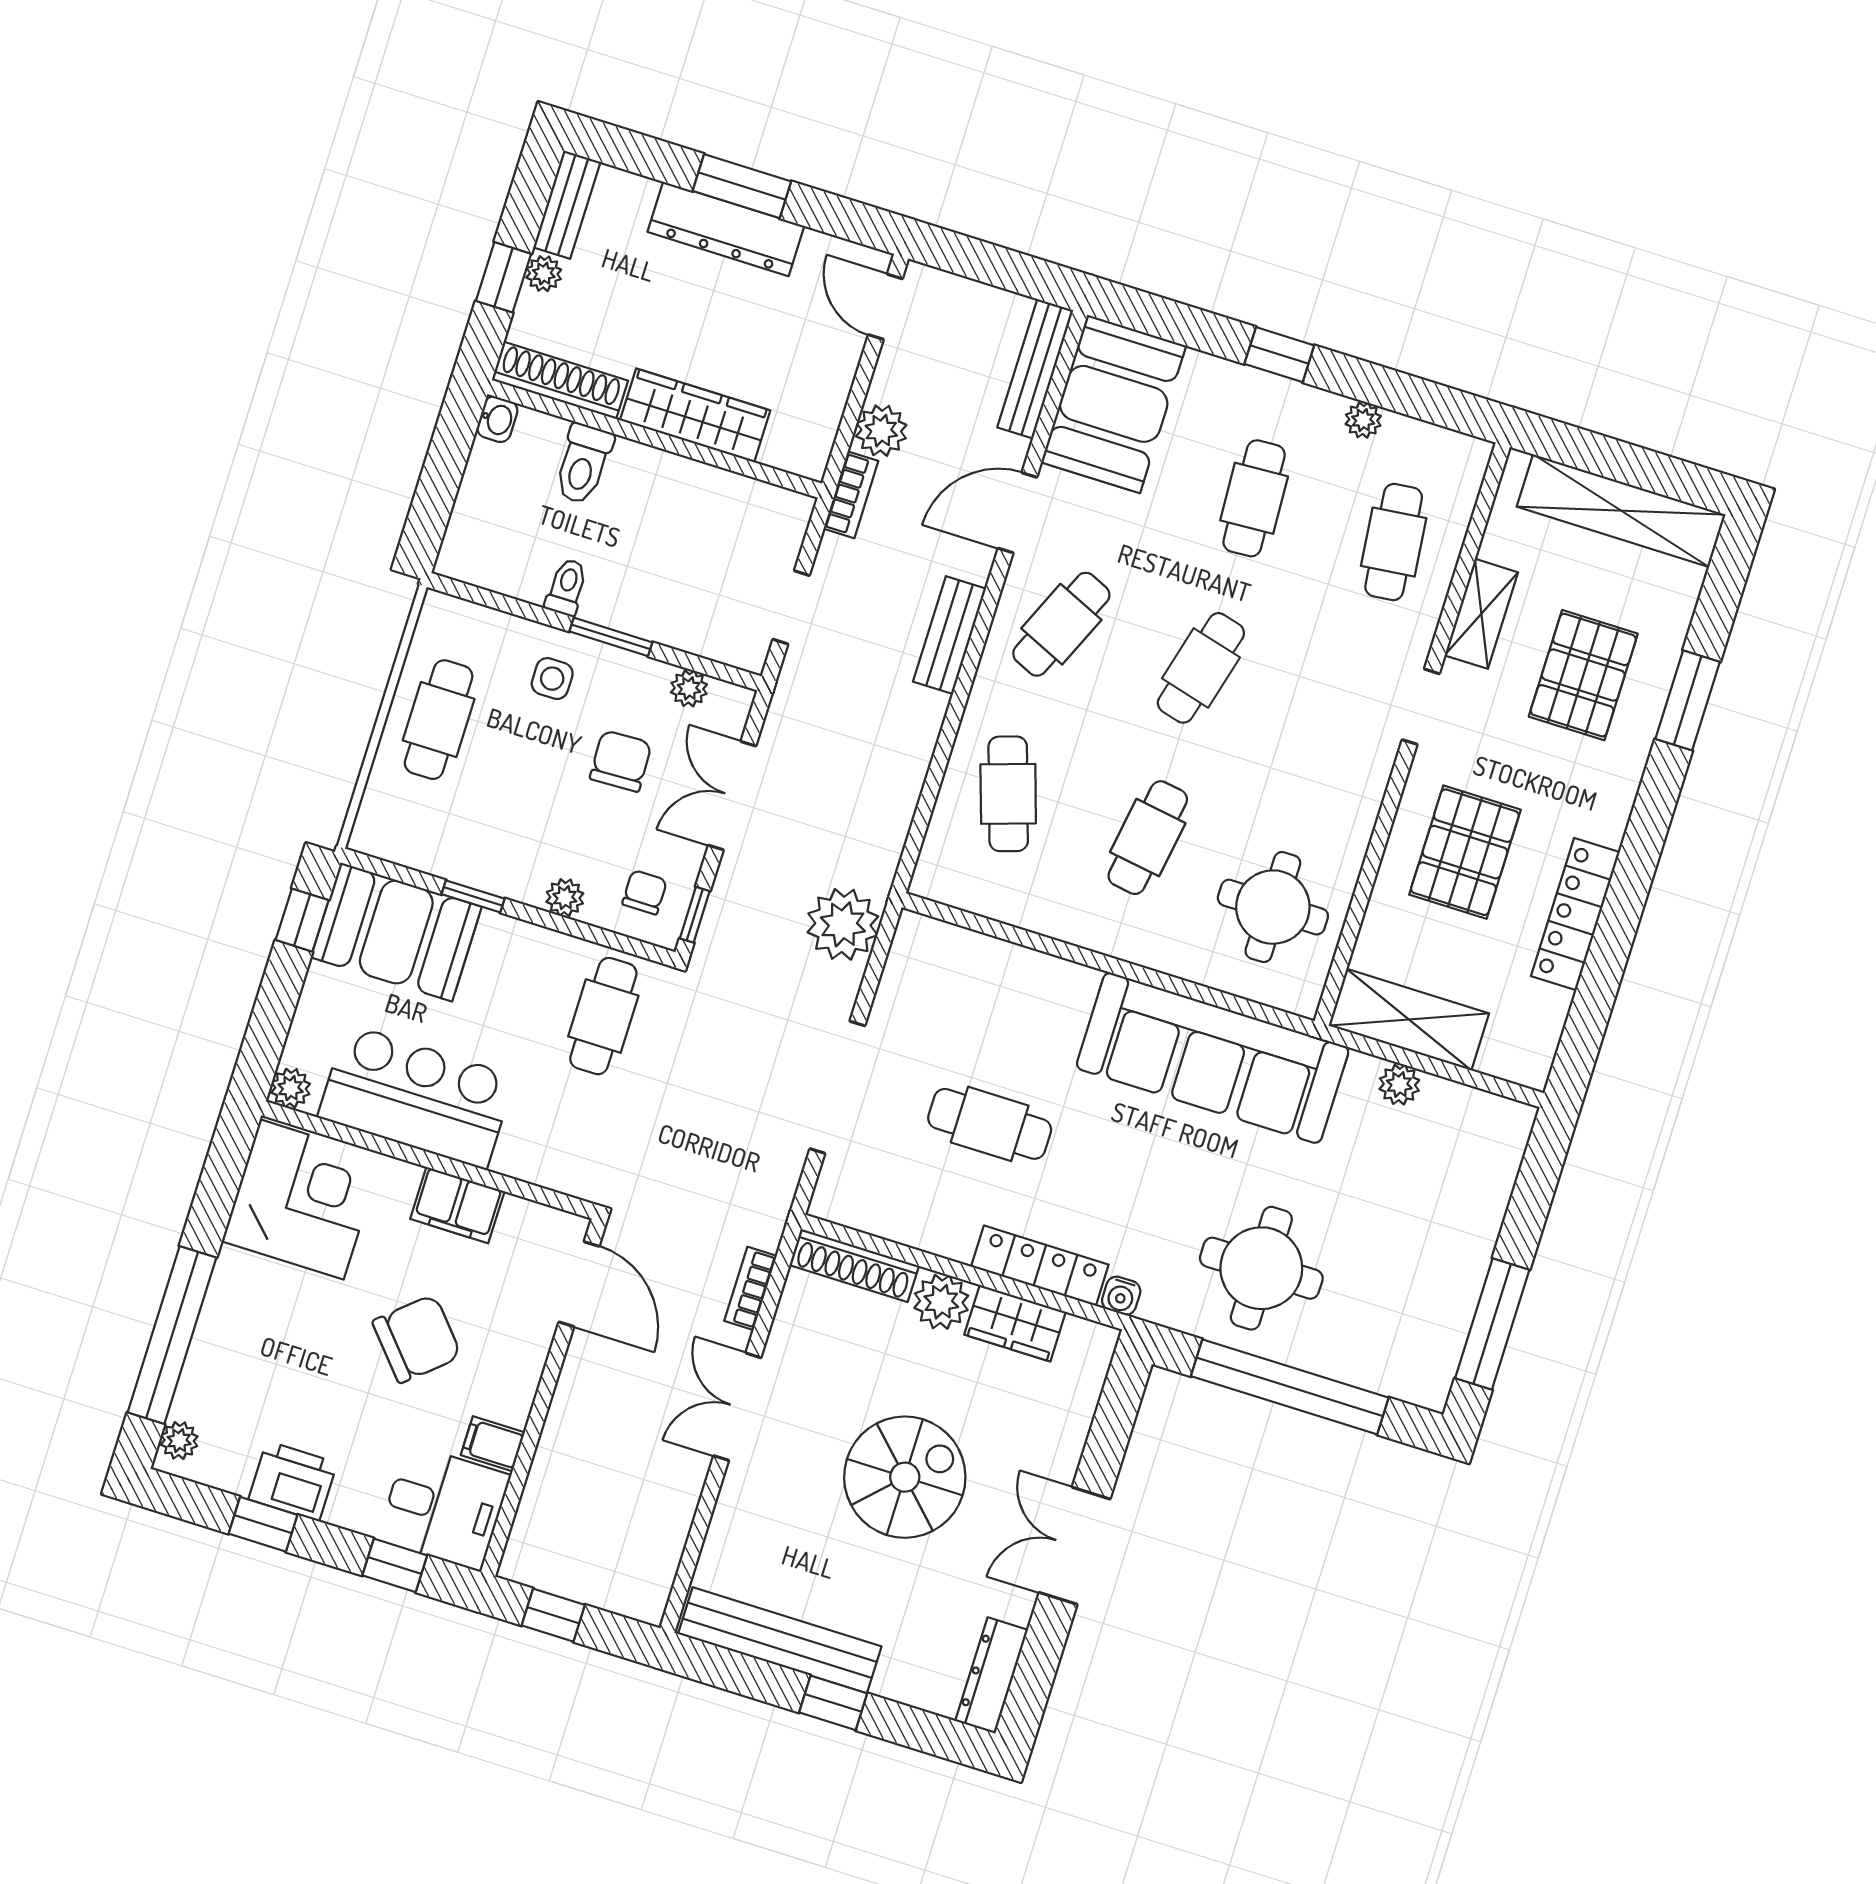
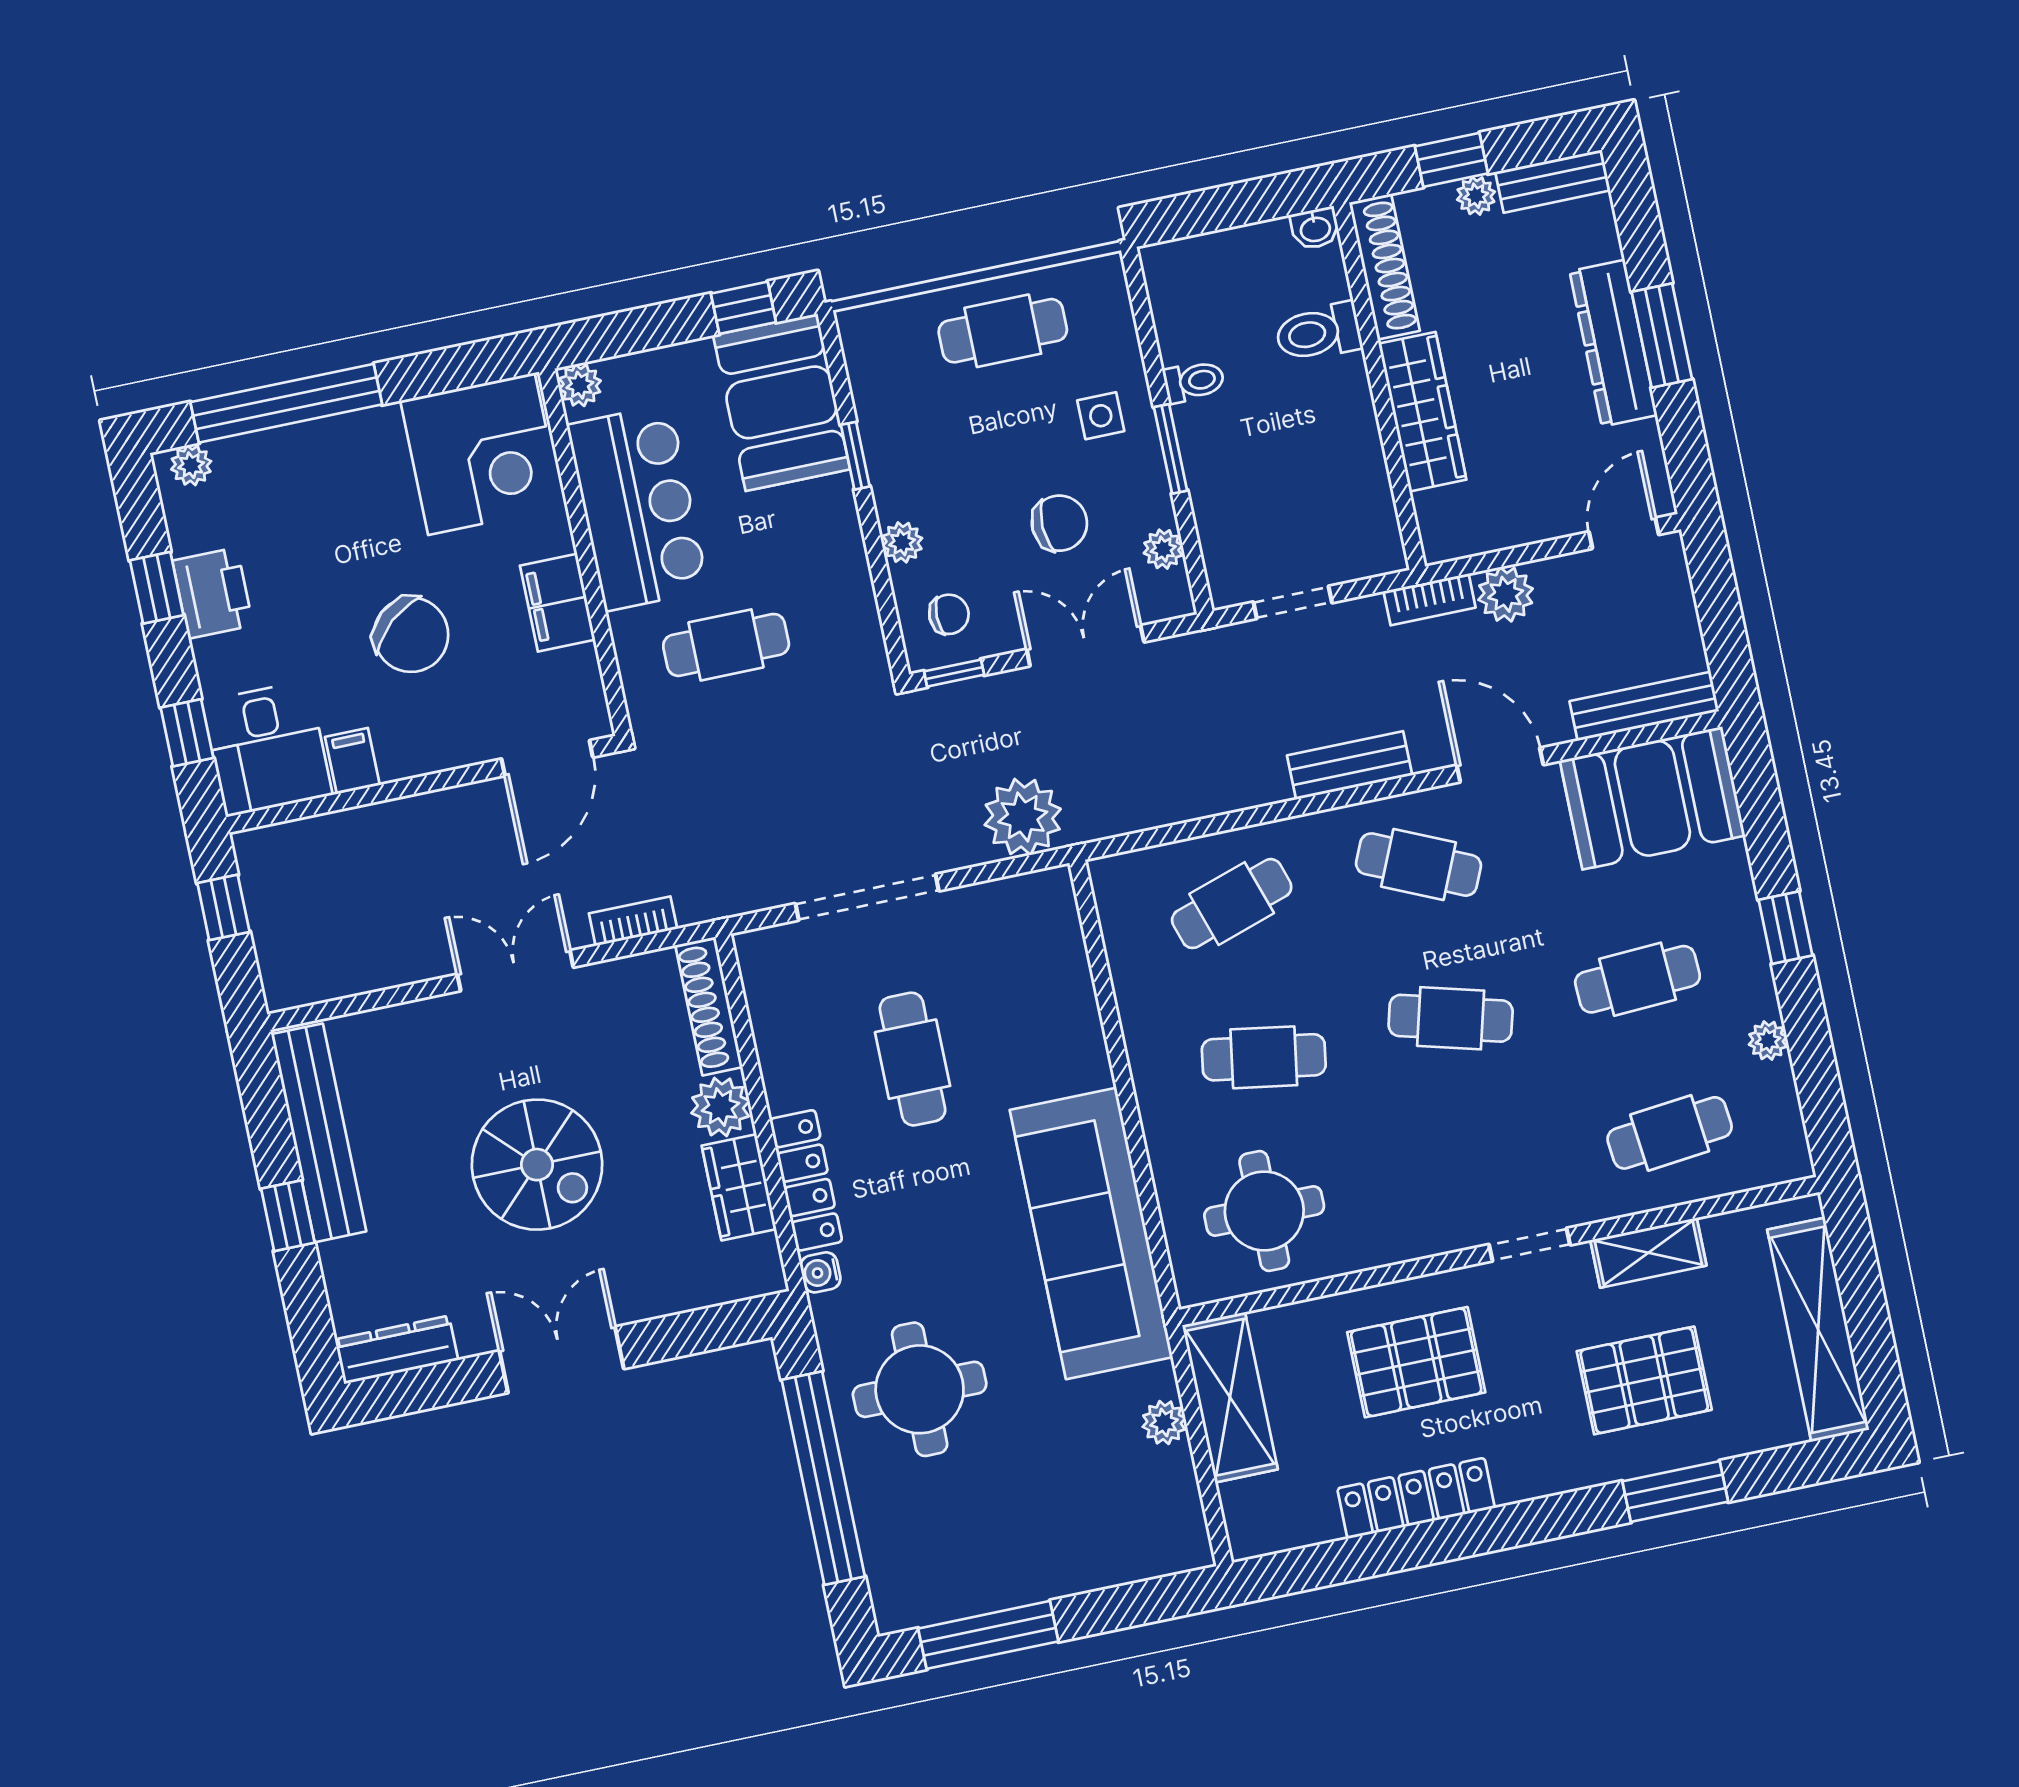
cafe table: (603, 1016) -> (726, 645), moved

